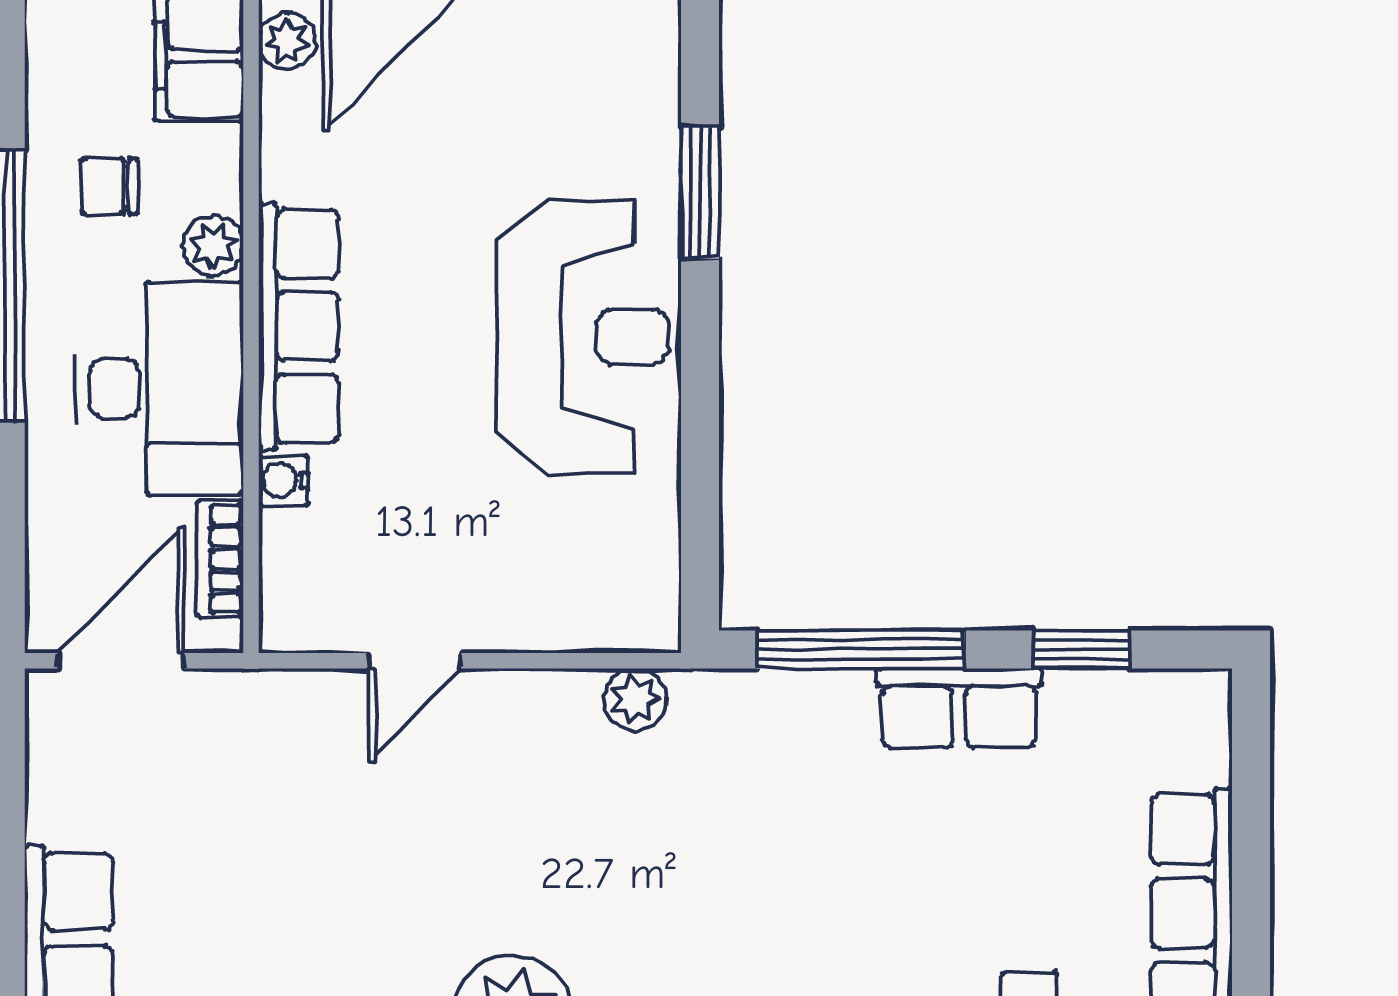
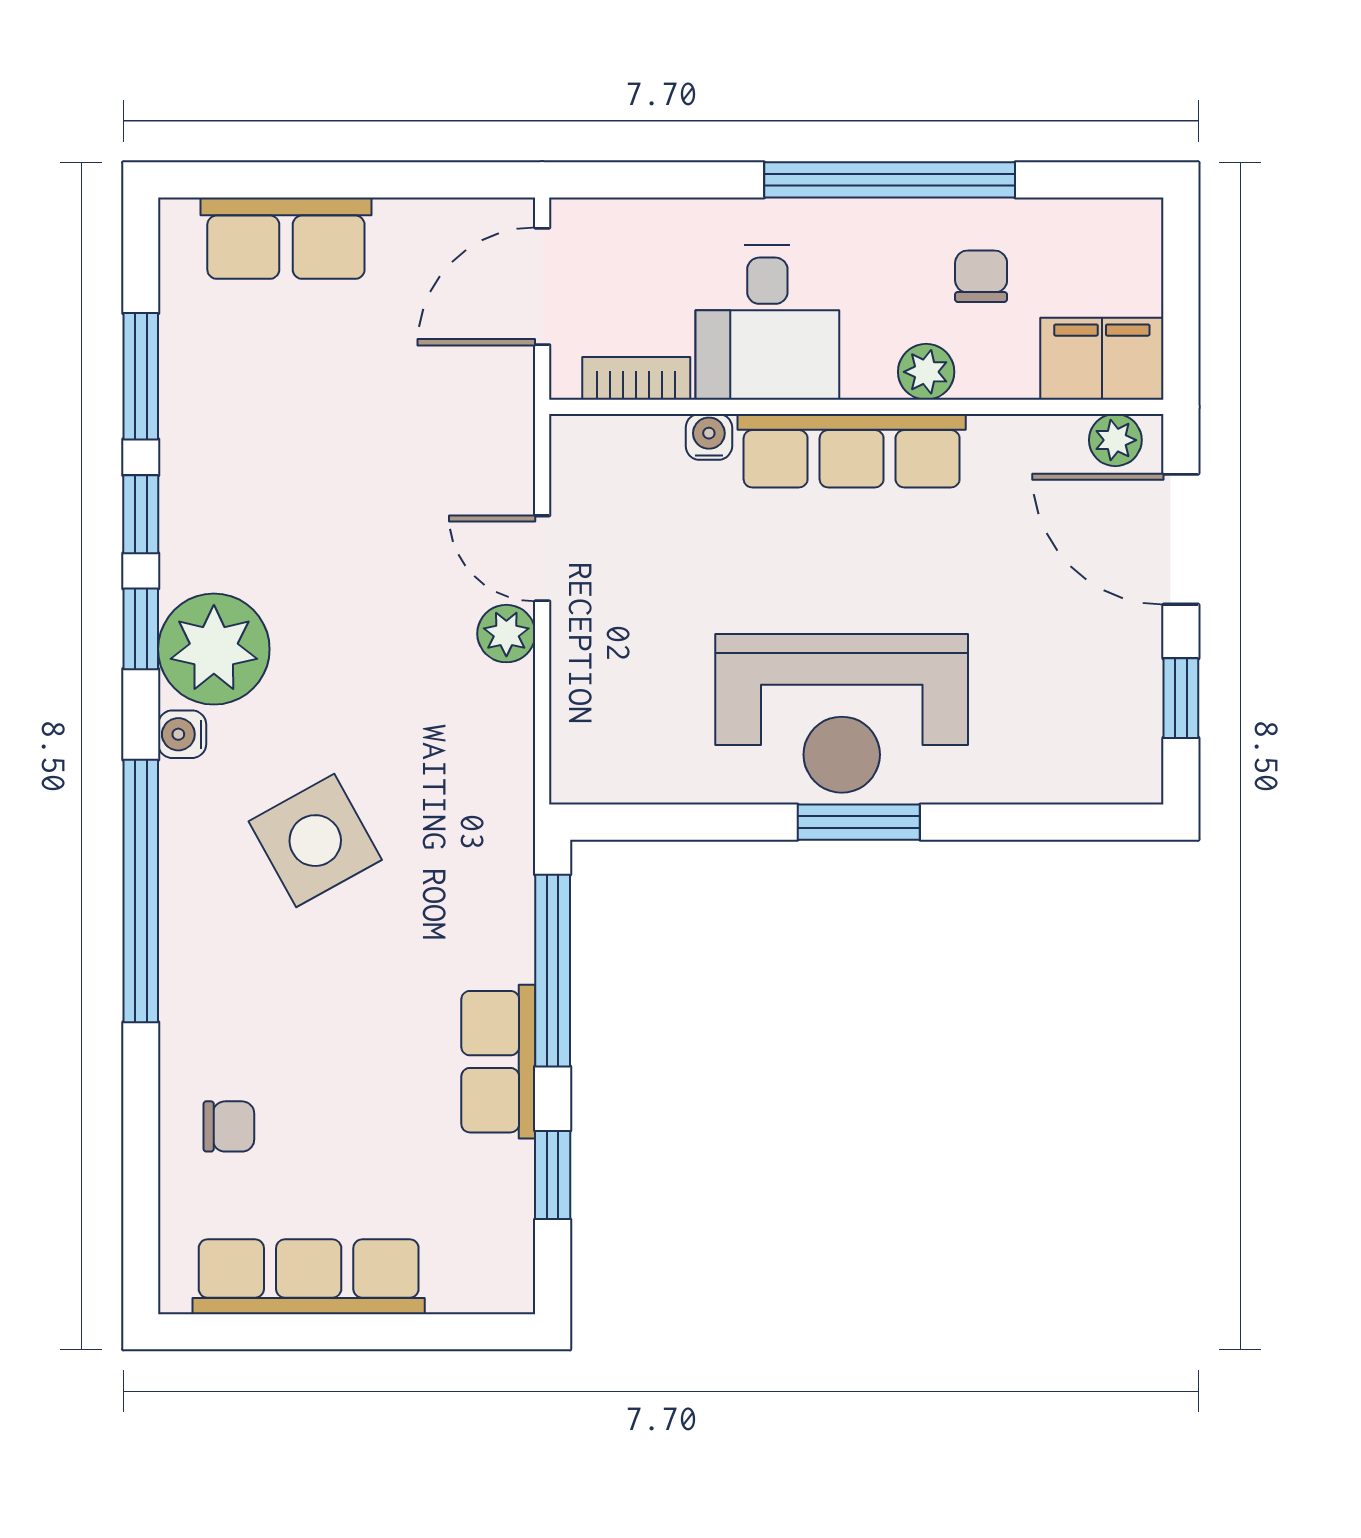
window: (700, 192) -> (859, 822), moved
desk: (160, 388) -> (767, 322), width x0.73
door: (121, 661) -> (542, 286), swing flipped
plant: (635, 700) -> (506, 634), moved
side table: (720, 906) -> (315, 841), added

